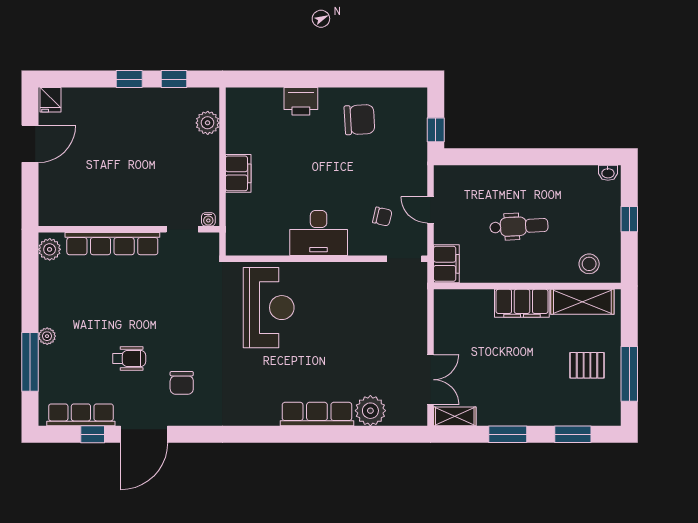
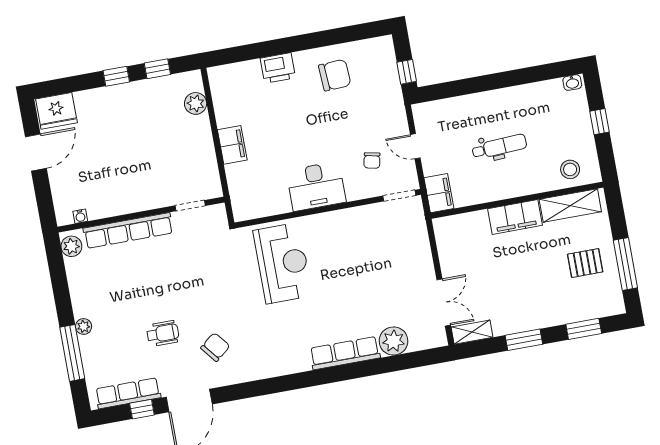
fridge: (51, 100) -> (56, 111), width x1.88, depth x1.34
chair: (382, 217) -> (372, 160), turned 89
water cooler: (208, 219) -> (80, 216), moved
chair: (182, 383) -> (215, 347), turned -129

